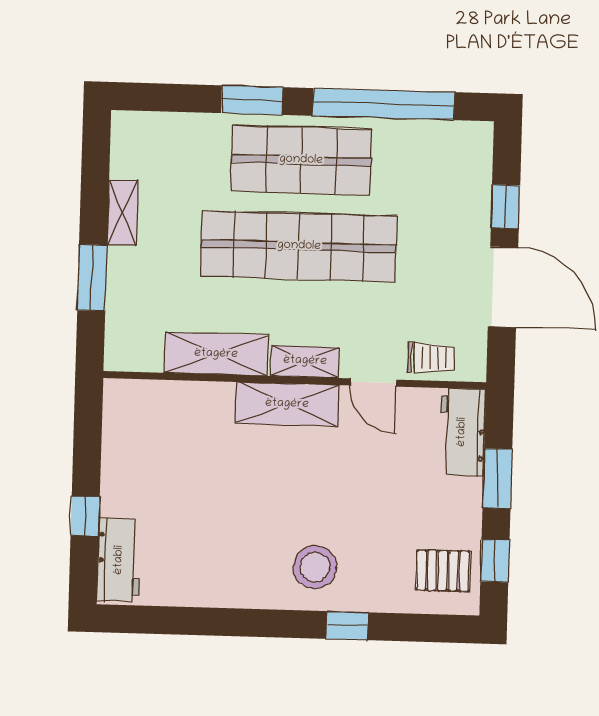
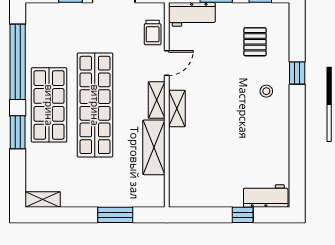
shelving: (123, 213) -> (43, 200), moved
trolley: (431, 358) -> (153, 33), turned 180
shelving: (287, 404) -> (177, 109), width x0.67, depth x0.75
stool: (315, 567) -> (266, 91), width x0.53, depth x0.53
pallet: (443, 571) -> (255, 42), moved

